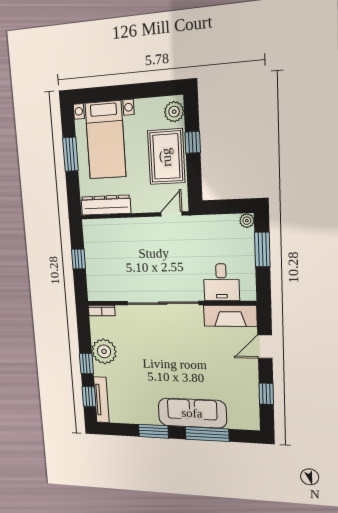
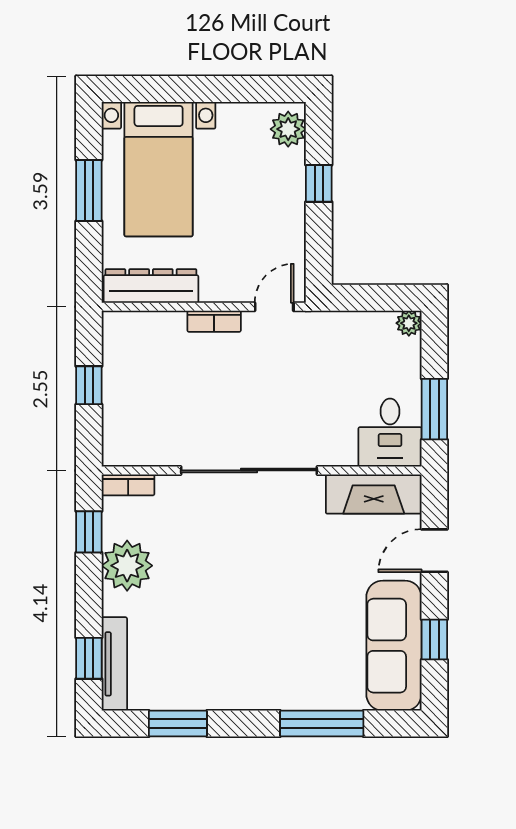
rug: (166, 157) -> (270, 205), removed
bookcase: (140, 223) -> (214, 321), added
window: (262, 250) -> (434, 409), moved
desk: (221, 282) -> (390, 433), moved
window: (86, 364) -> (89, 532), moved
sofa: (192, 413) -> (394, 646), moved, turned -90
window: (154, 431) -> (178, 724), moved

